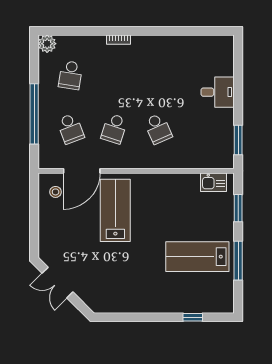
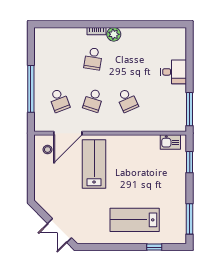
plant: (47, 44) -> (114, 34), moved
school desk: (70, 75) -> (93, 59), moved
window: (238, 140) -> (190, 109), width x1.44
lab bench: (197, 257) -> (135, 220), moved
window: (238, 261) -> (190, 219), moved
double door: (57, 283) -> (60, 231), moved

